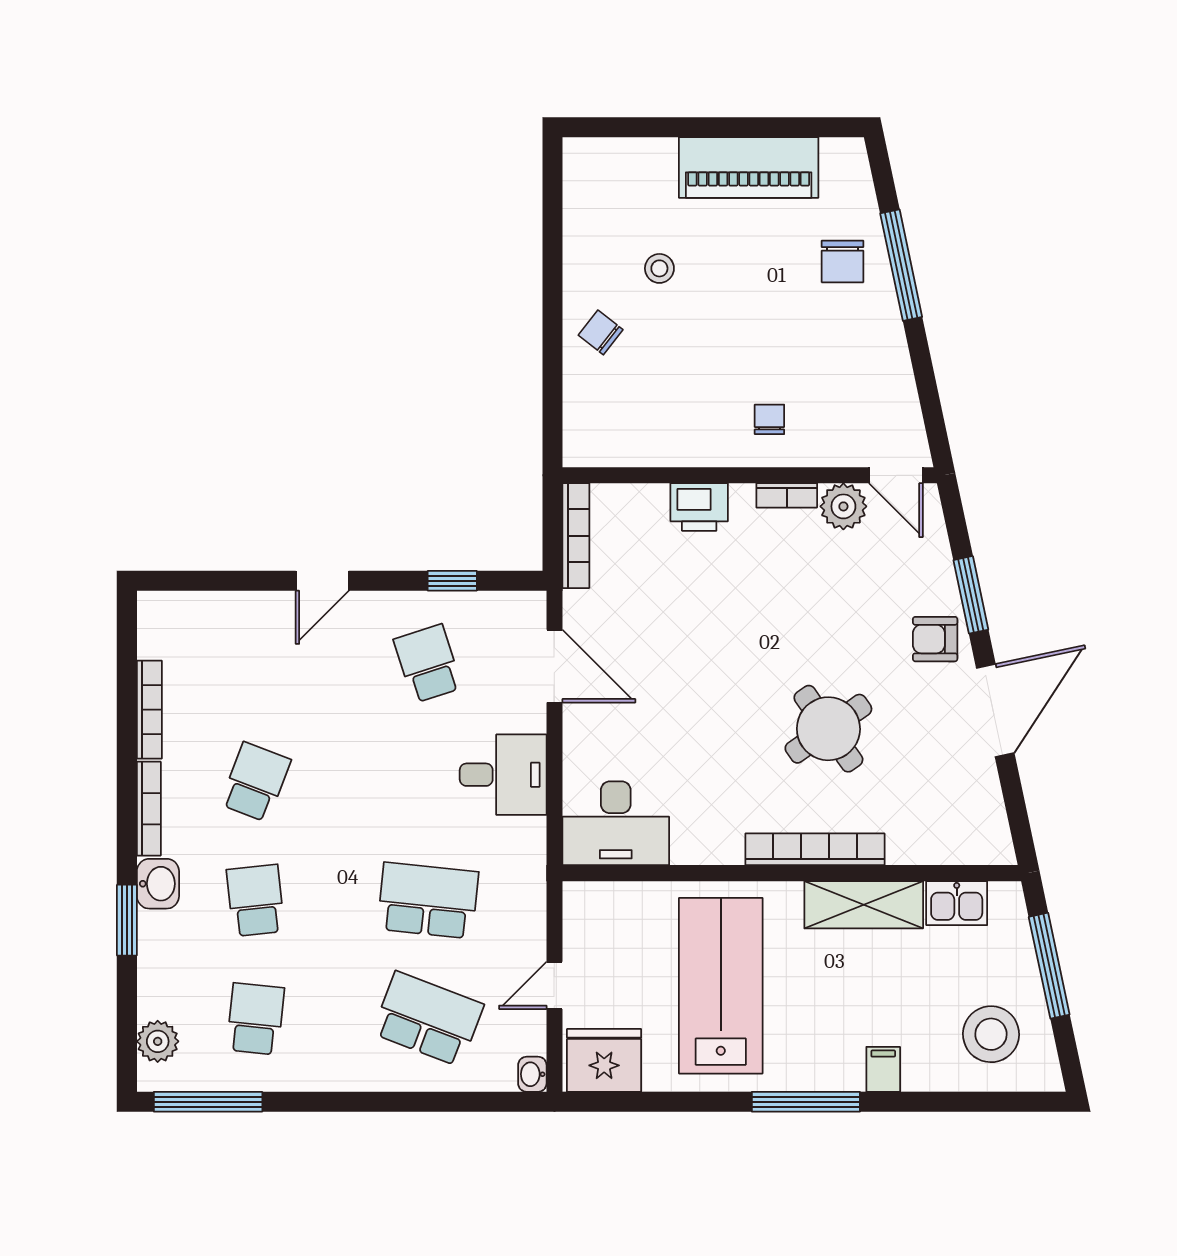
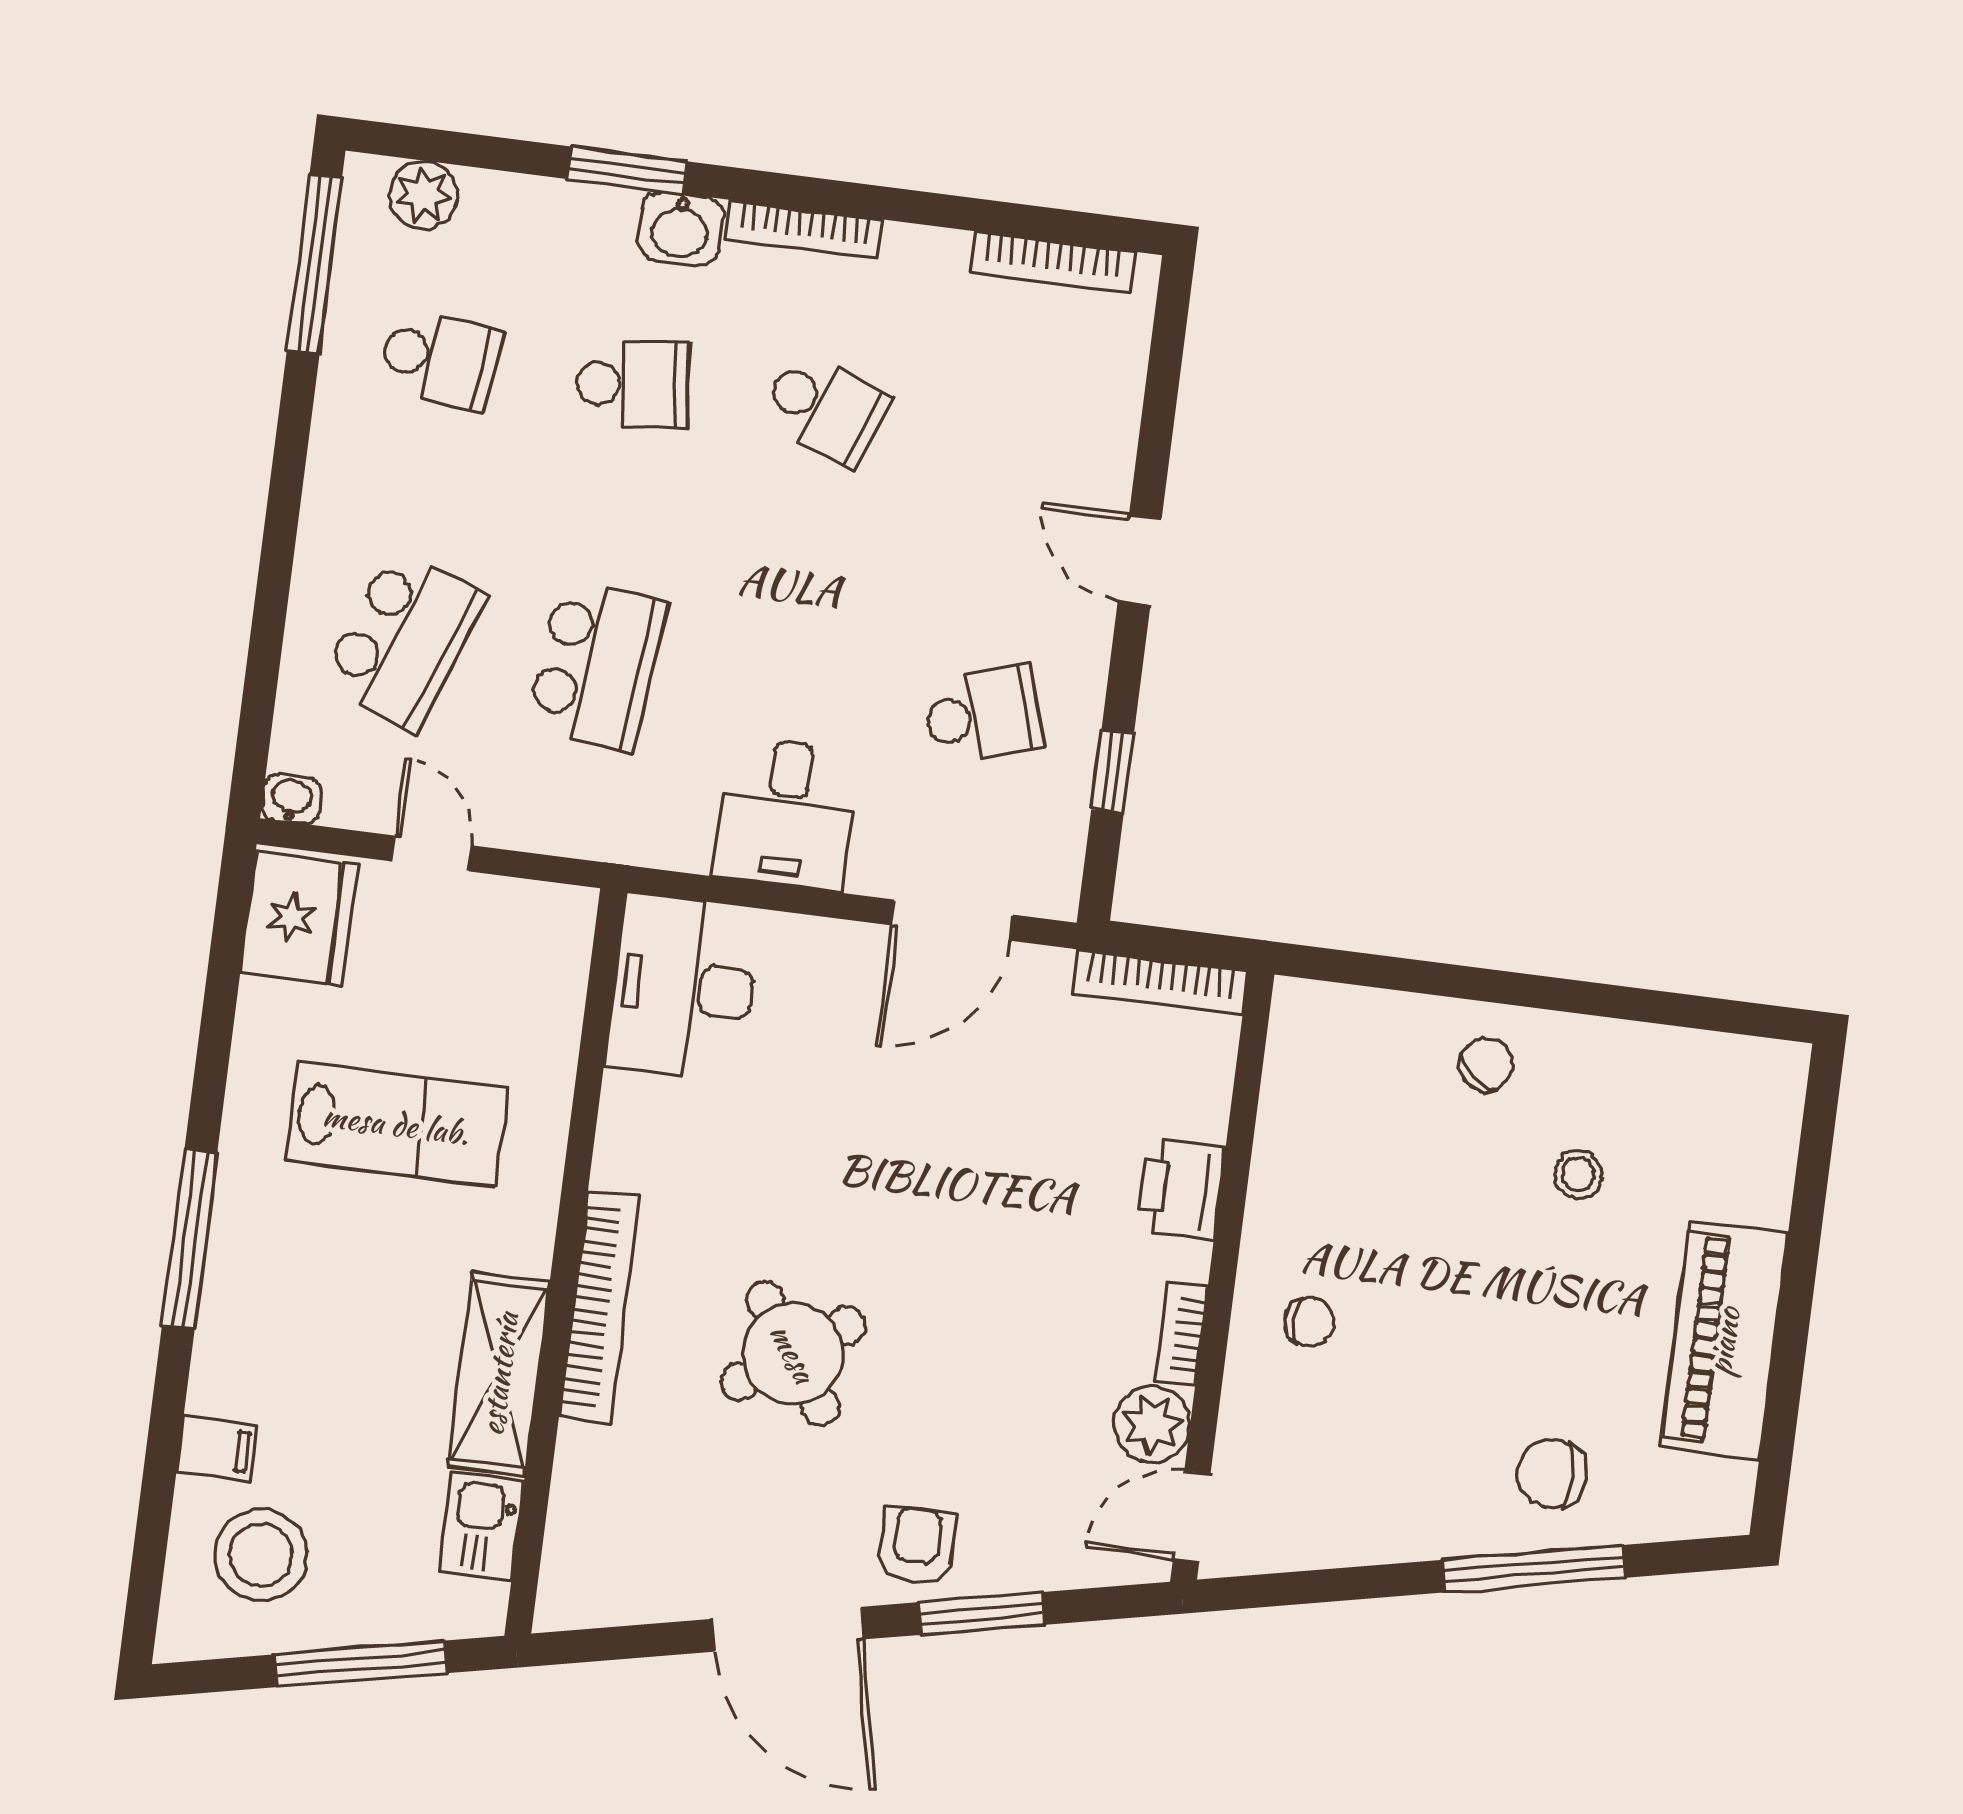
bookcase: (149, 710) -> (1053, 262), moved
lab bench: (721, 986) -> (396, 1124), width x0.73, depth x0.72
filing cabinet: (883, 1069) -> (216, 1449), moved

